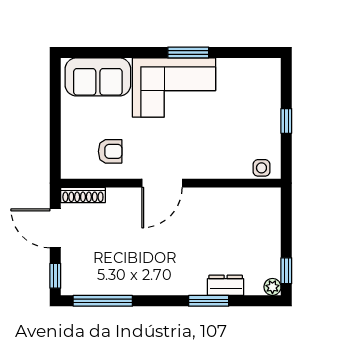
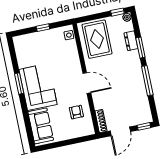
rug: (242, 220) -> (97, 39), added
window: (103, 301) -> (147, 81), moved

